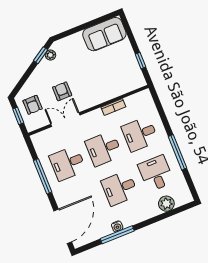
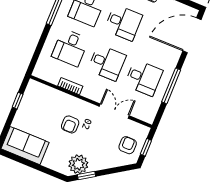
plant: (50, 55) -> (78, 164), width x1.87, depth x1.87
armchair: (62, 91) -> (70, 124), moved
double door: (65, 120) -> (114, 111), swing flipped
desk: (140, 134) -> (70, 48), turned 90

